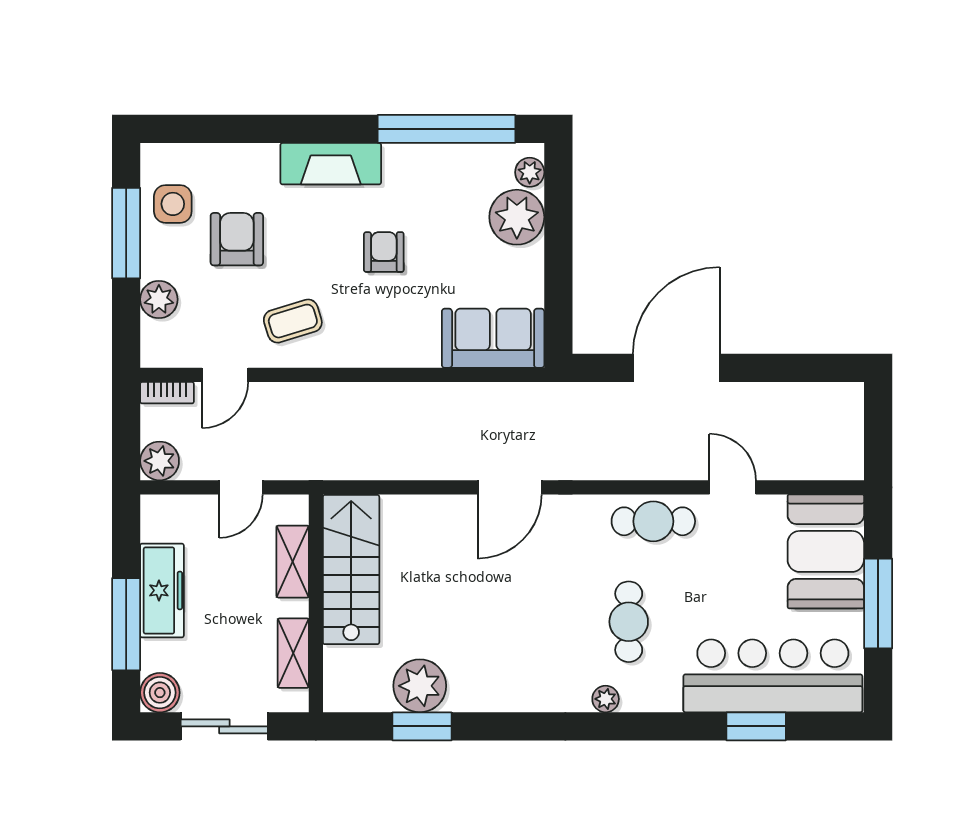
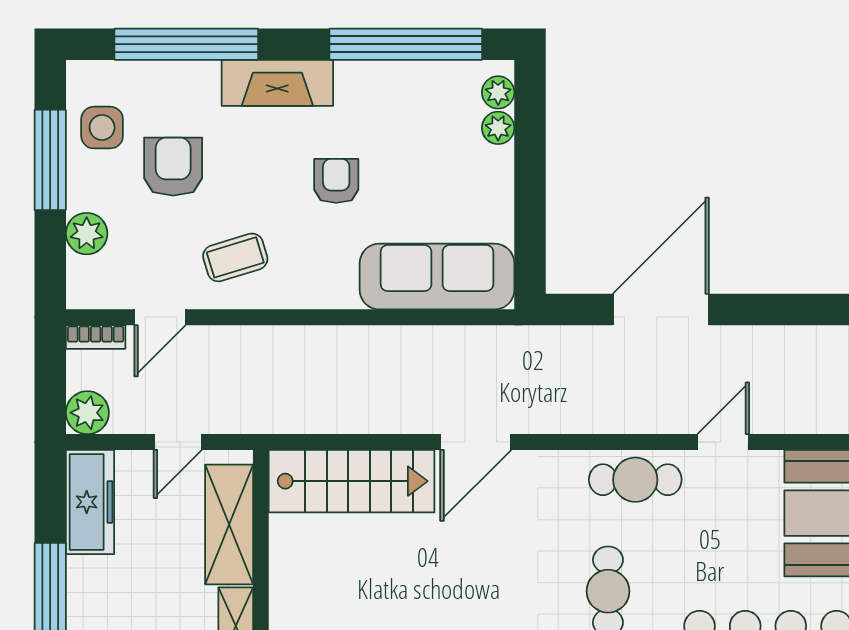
window: (249, 129) -> (186, 44), added
plant: (517, 217) -> (498, 128), width x0.53, depth x0.53
sofa: (493, 338) -> (437, 277), width x1.36
door: (733, 487) -> (723, 442), hinge flipped
shelving: (293, 562) -> (229, 524), width x1.50, depth x1.33
stairs: (351, 570) -> (352, 481), moved, turned 90
freezer: (162, 590) -> (90, 502), moved

